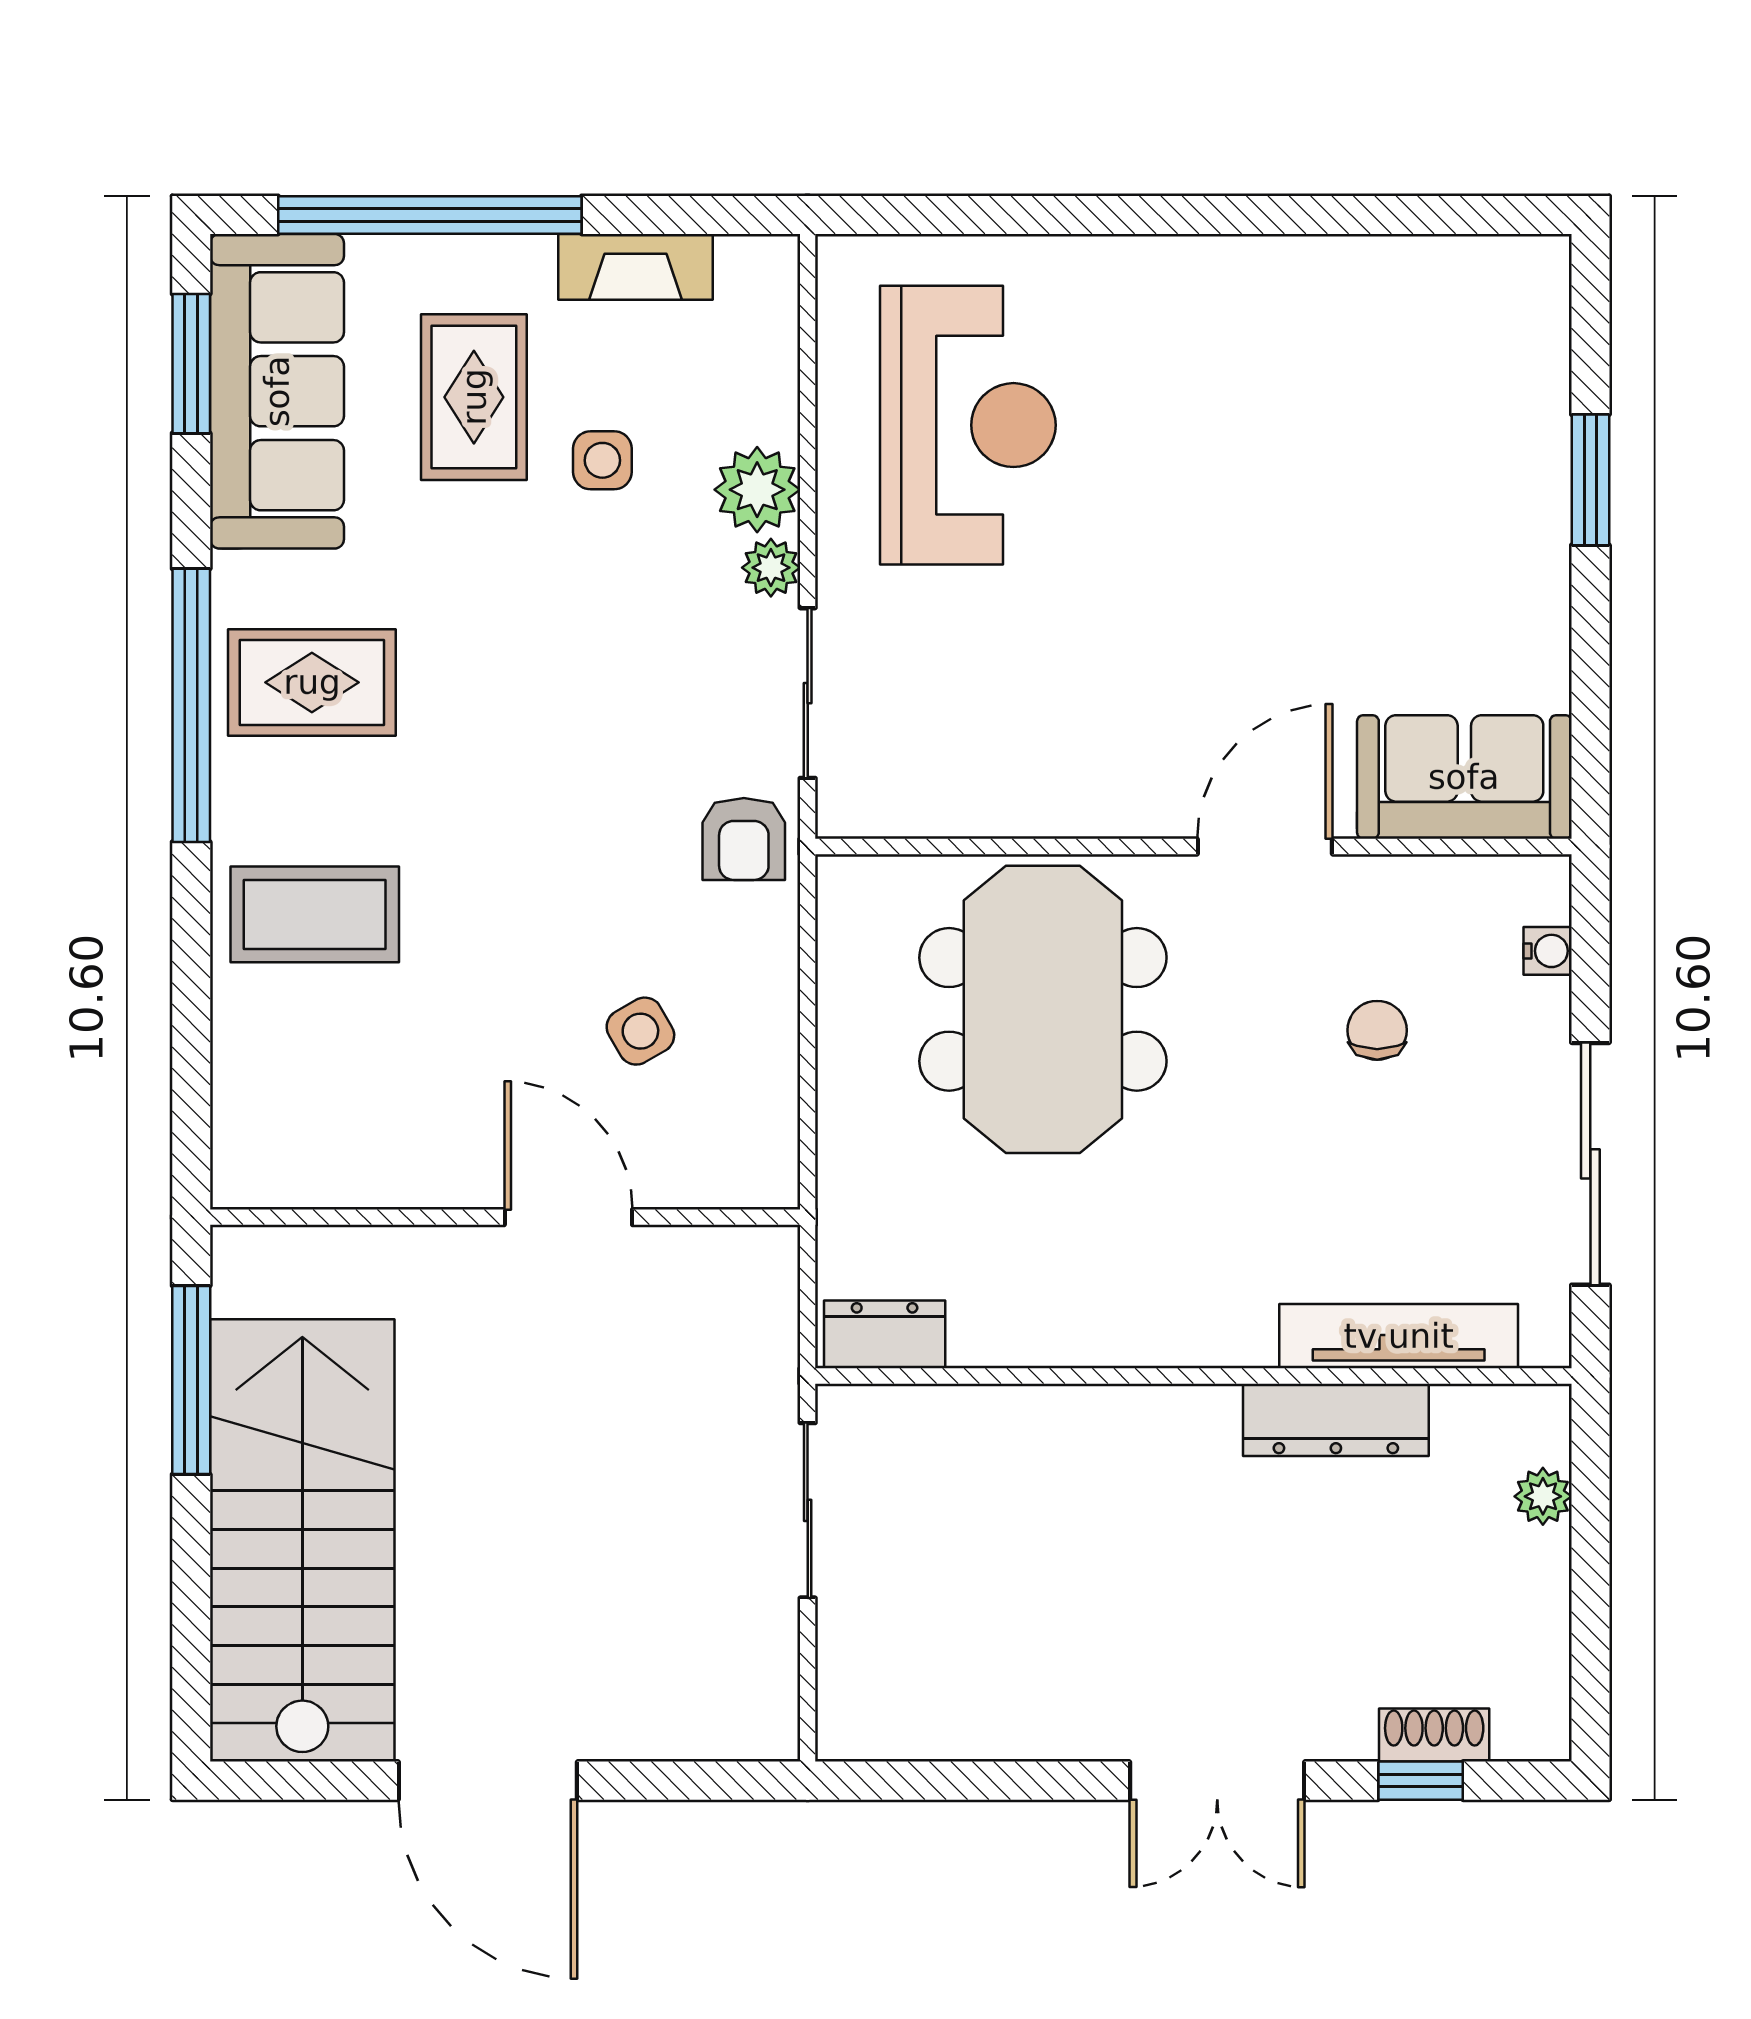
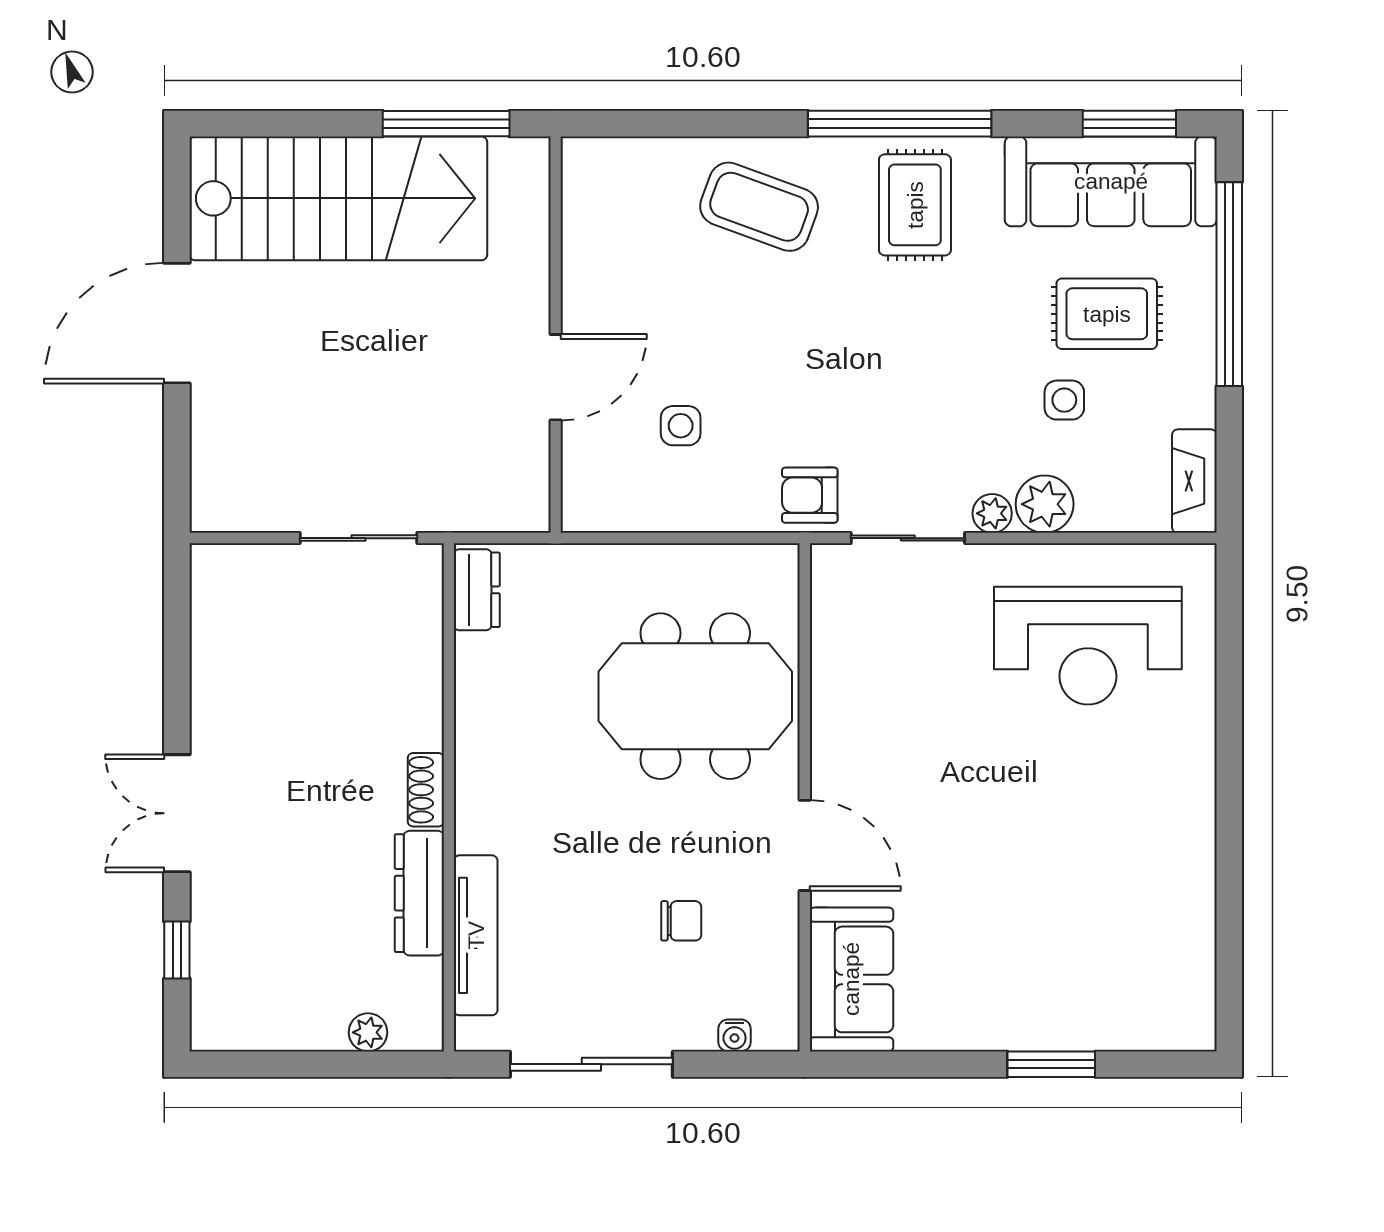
fireplace: (635, 267) -> (1194, 481), moved
coffee table: (315, 914) -> (759, 207), turned -70
side table: (640, 1031) -> (681, 426), turned 30
shoe rack: (1434, 1735) -> (426, 790), moved, turned 180

